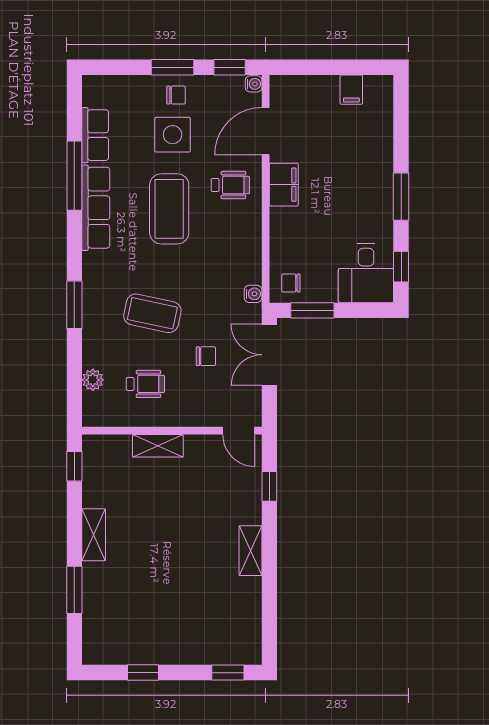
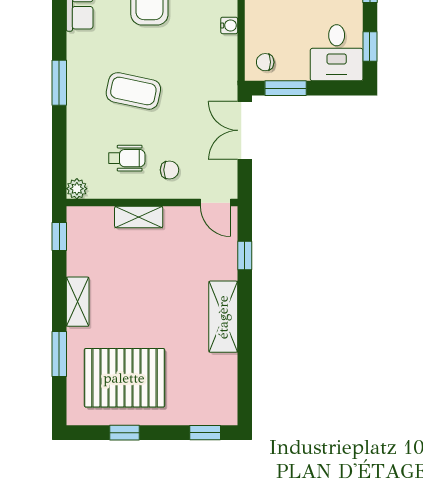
water cooler: (253, 294) -> (229, 25), moved
chair: (206, 356) -> (170, 170), moved
plant: (93, 380) -> (77, 189), moved
shelving: (251, 551) -> (223, 317), width x1.50, depth x1.33
pallet: (143, 615) -> (124, 378), added

